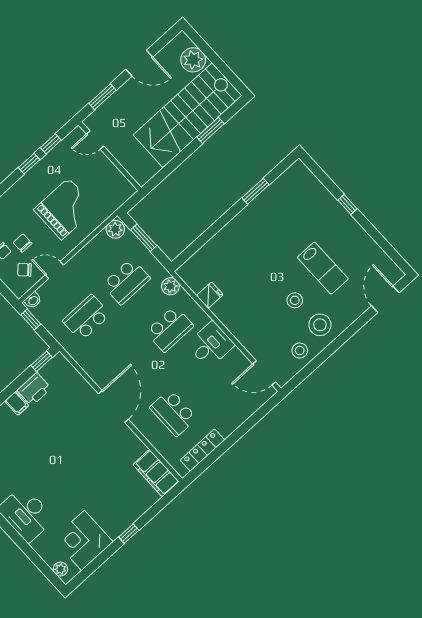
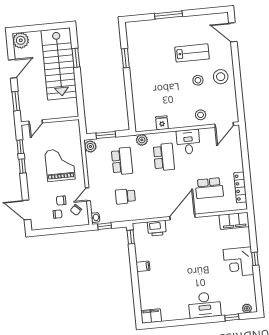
plant: (193, 60) -> (21, 40), moved
window: (348, 204) -> (168, 15), width x2.17
school desk: (86, 318) -> (125, 196), width x0.54
stool: (300, 351) -> (201, 115), moved
printer: (34, 389) -> (157, 228), moved, turned 90
door: (113, 407) -> (183, 217), hinge flipped
corner desk: (83, 540) -> (238, 262), moved
window: (36, 559) -> (232, 317), added

